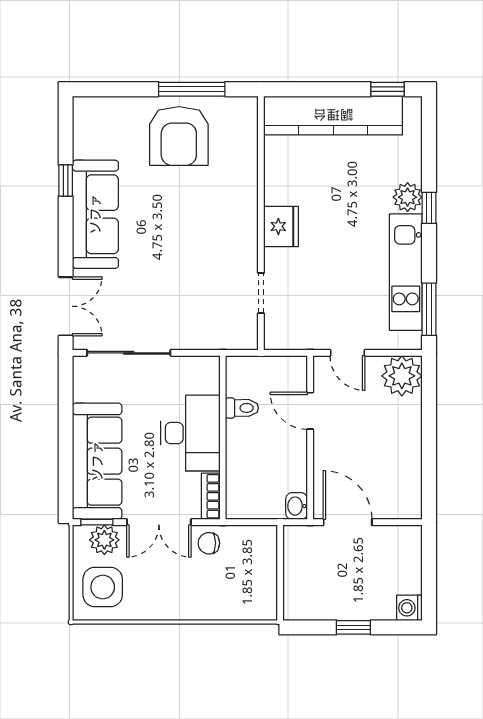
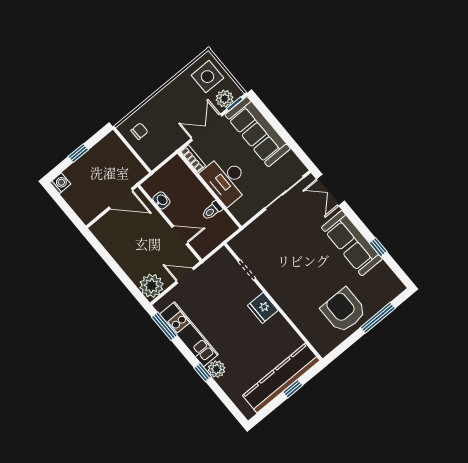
window: (192, 89) -> (378, 318), moved
window: (388, 89) -> (293, 389), moved
washbasin: (297, 506) -> (161, 200), moved
chair: (209, 543) -> (139, 131), moved

